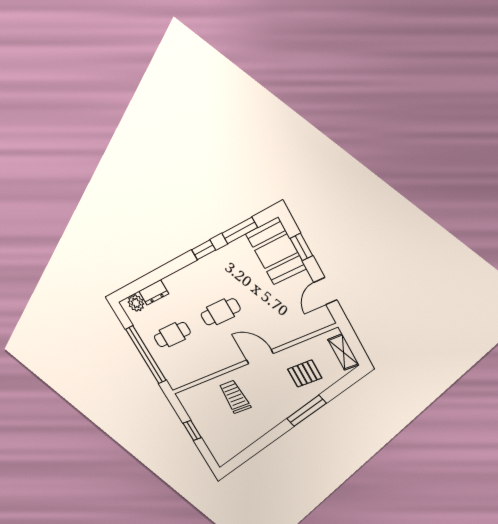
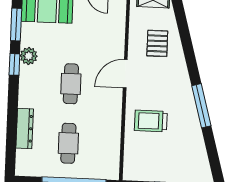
dresser: (154, 293) -> (25, 129), width x1.44
plant: (136, 303) -> (29, 56), moved
window: (306, 411) -> (201, 106), moved

